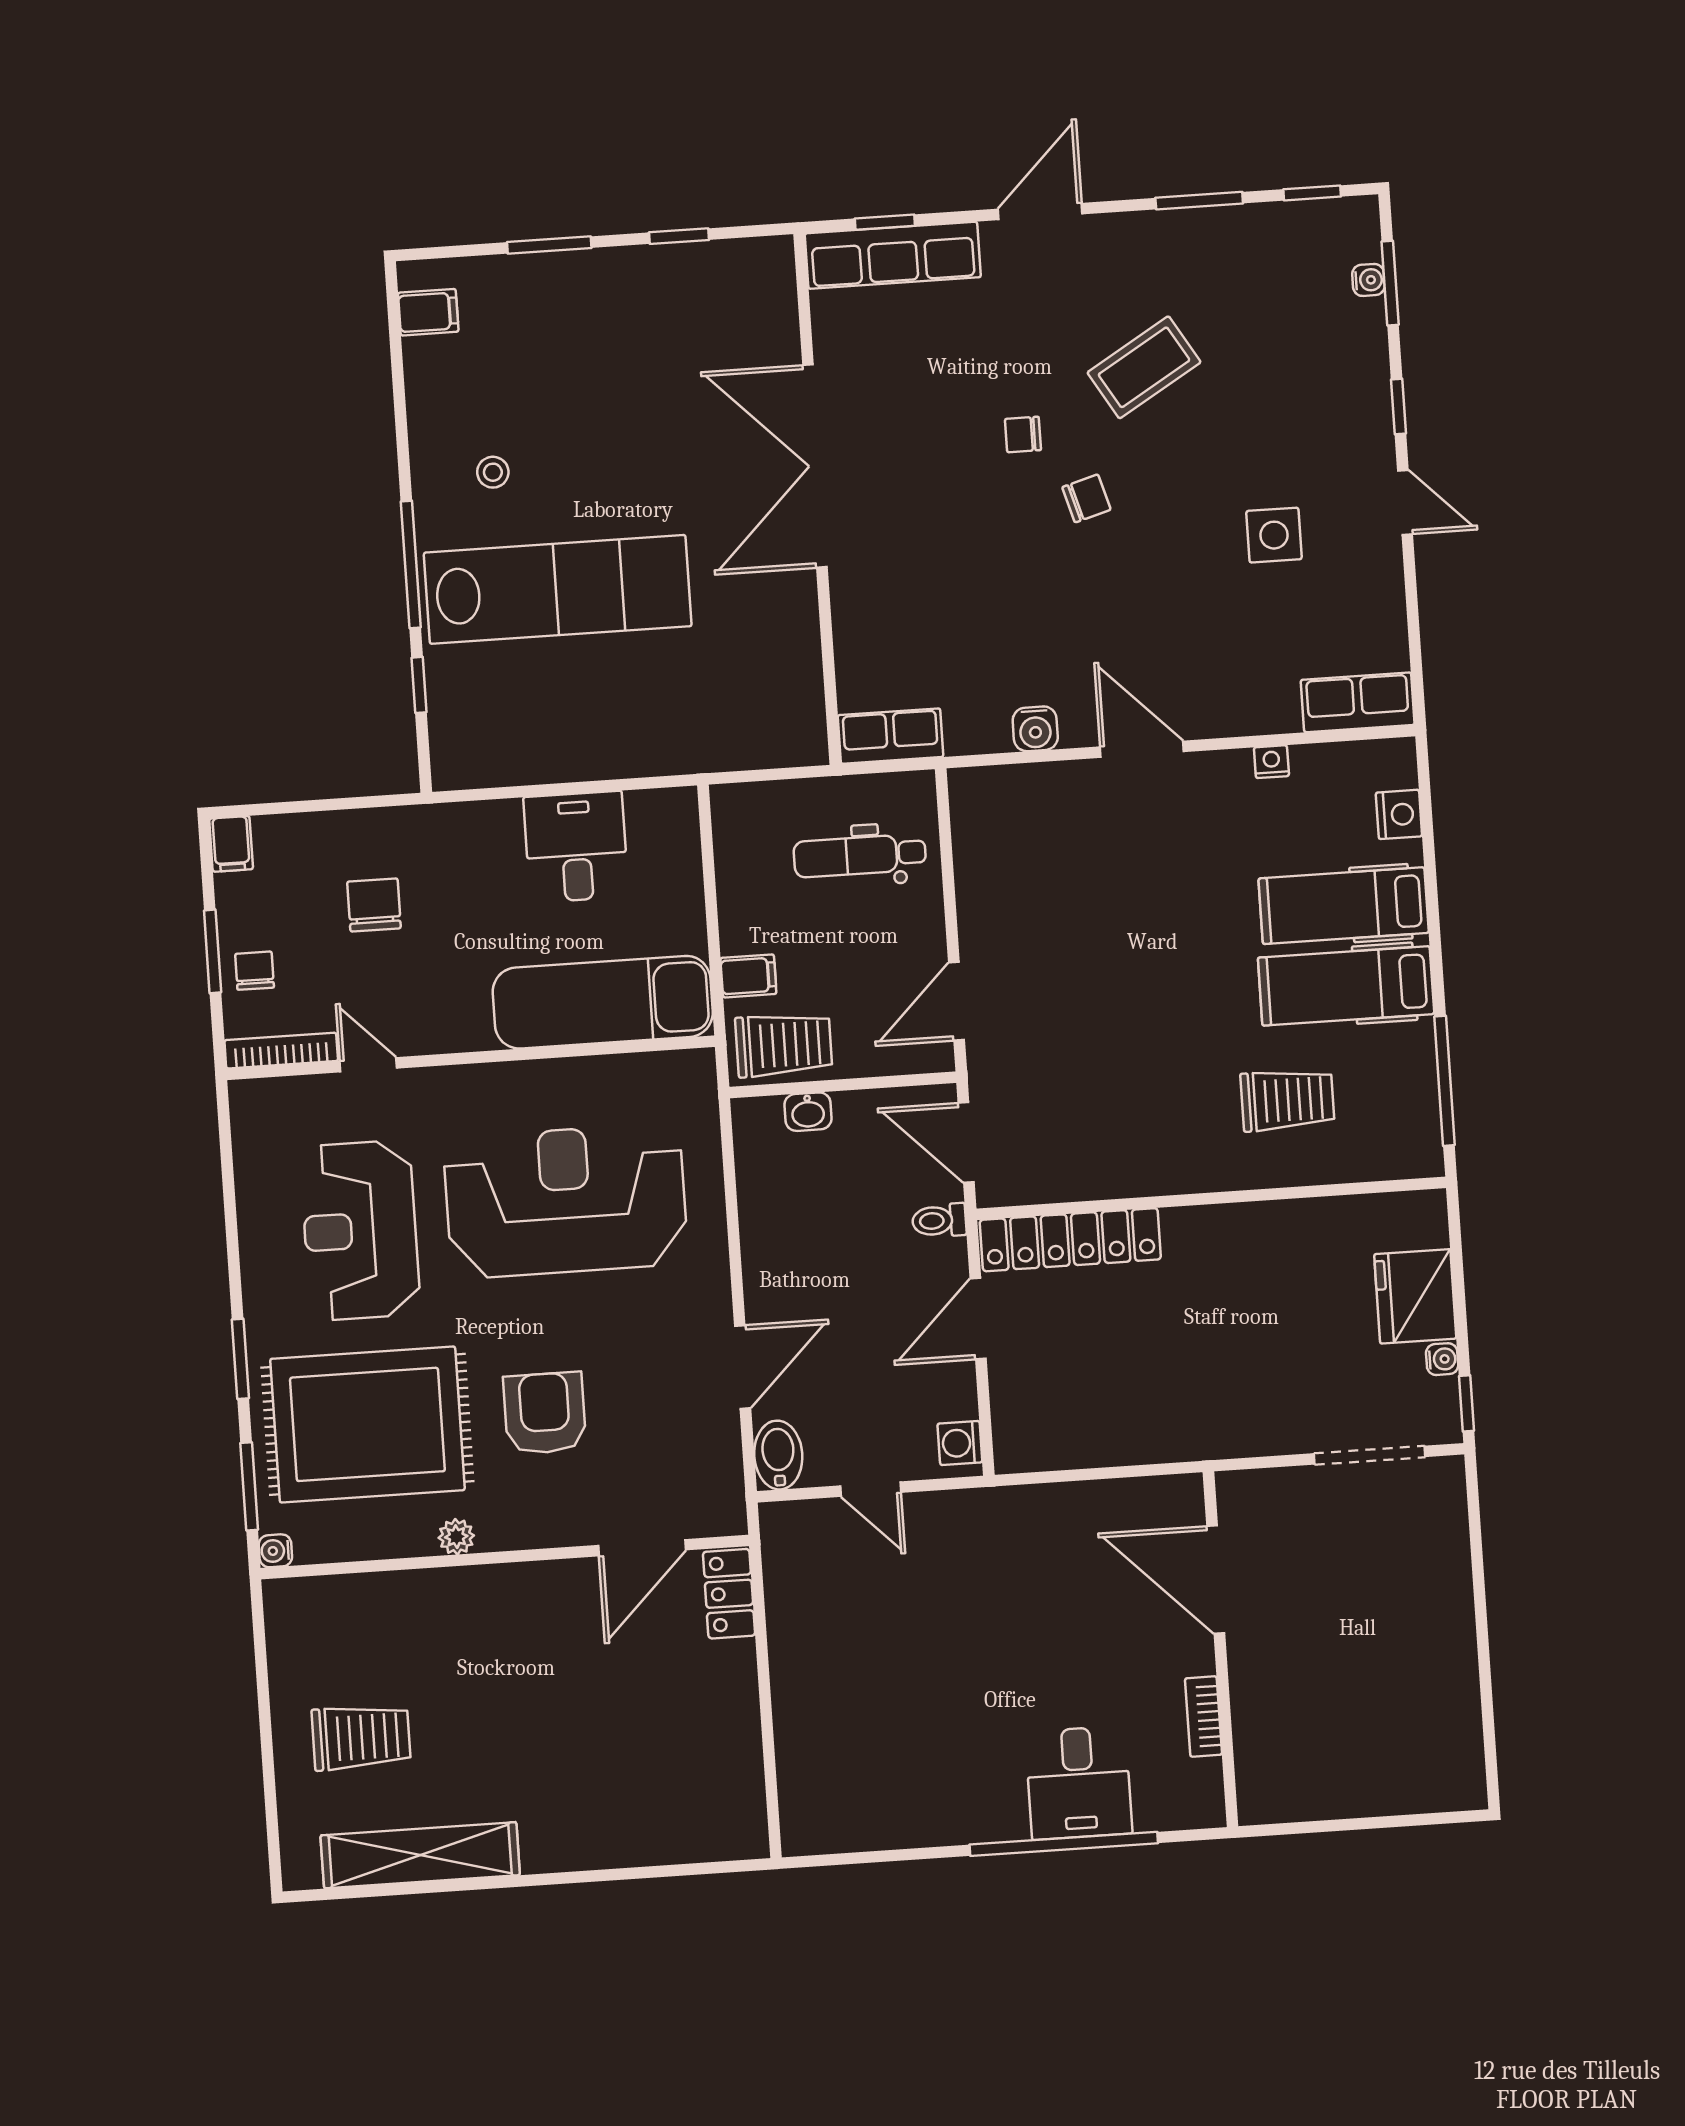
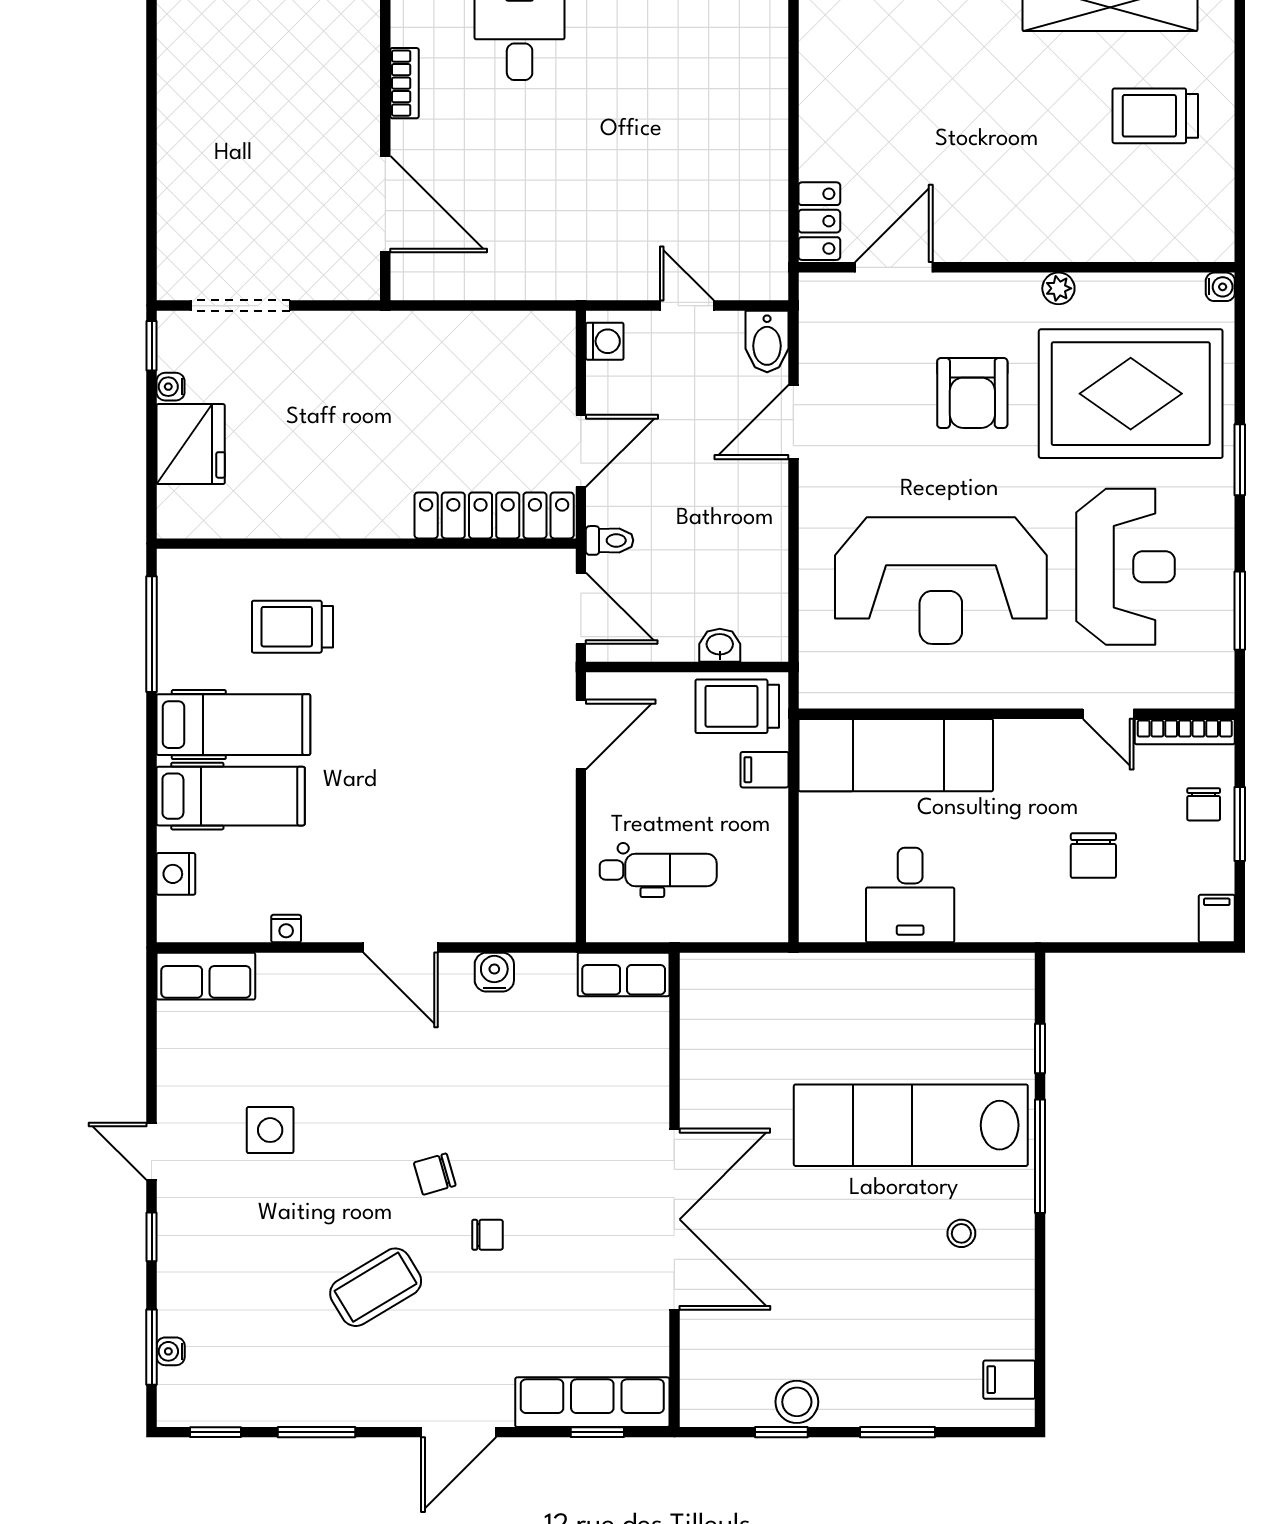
stool: (664, 271) -> (797, 1402), added
window: (249, 1486) -> (1240, 611), moved

